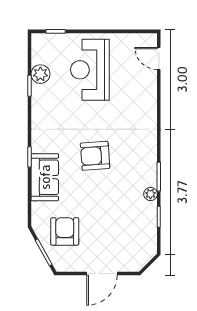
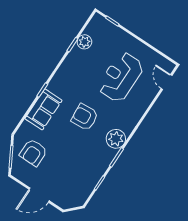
reception desk: (90, 70) -> (121, 77), moved
plant: (150, 194) -> (116, 139), moved, width x1.88, depth x1.88
armchair: (65, 231) -> (33, 153), turned 180

